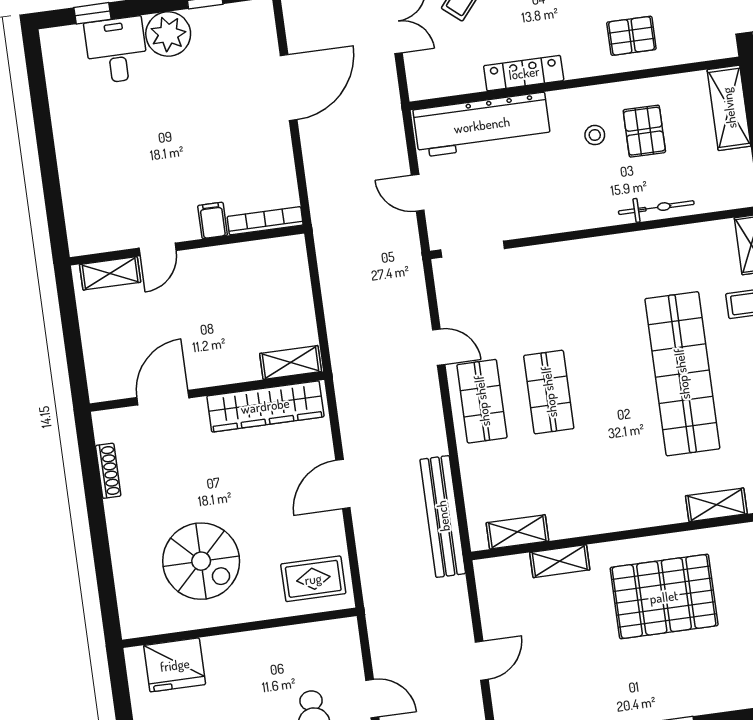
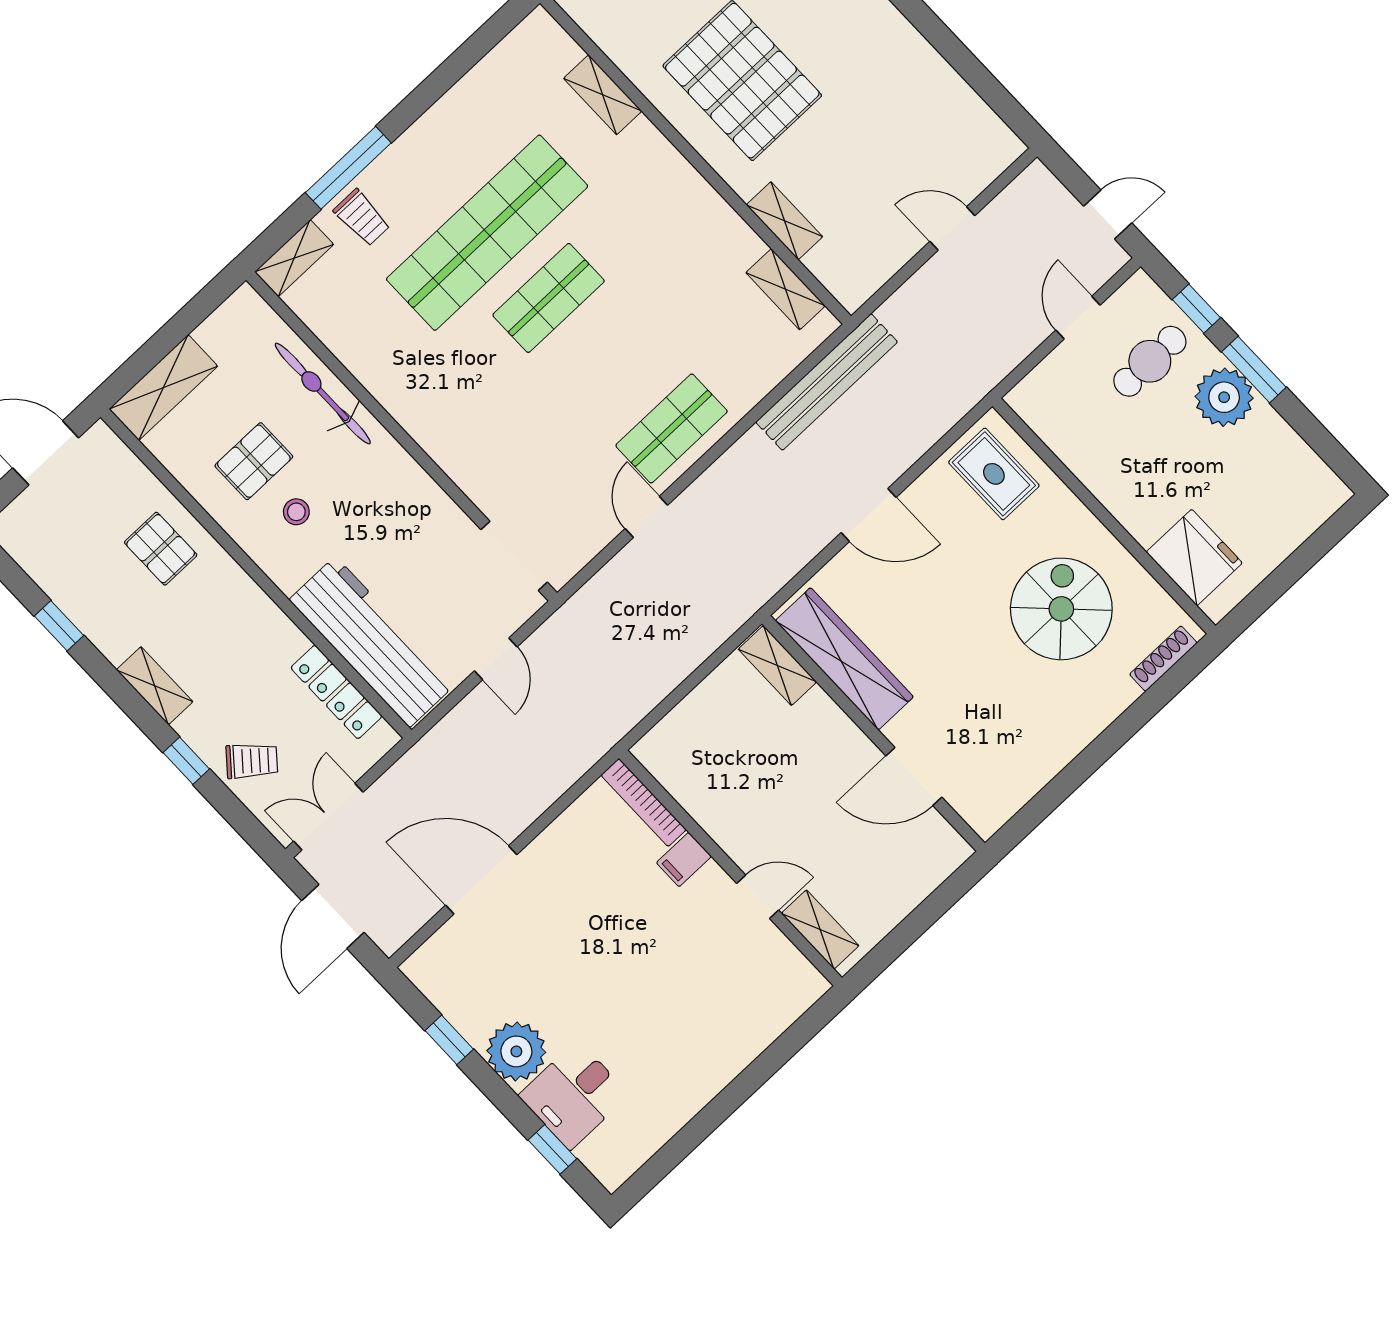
locker: (524, 73) -> (336, 692), moved
bicycle: (656, 208) -> (323, 394), width x1.37, depth x1.40
shop shelf: (549, 392) -> (549, 298), moved
shoe rack: (108, 471) -> (1163, 659), moved

